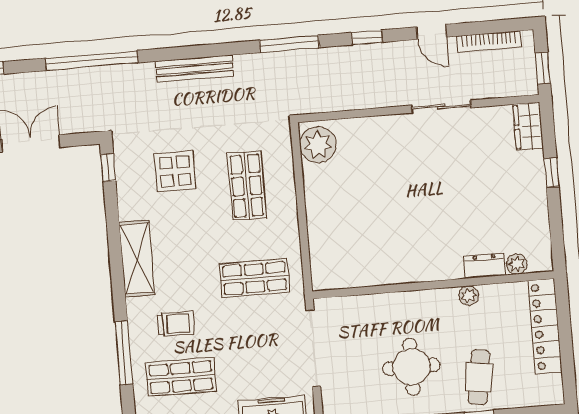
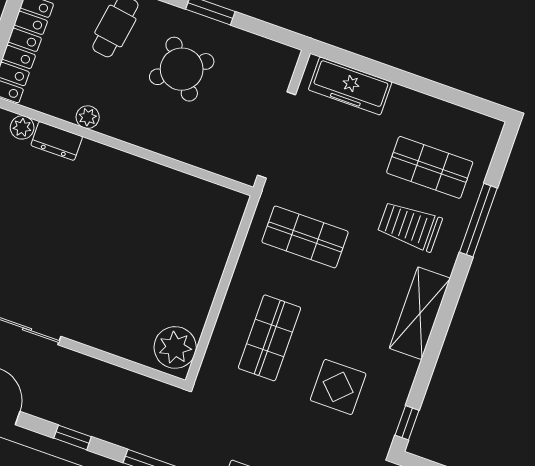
trolley: (176, 324) -> (410, 226), width x1.36, depth x1.39
round table: (411, 367) -> (182, 69), turned -37

